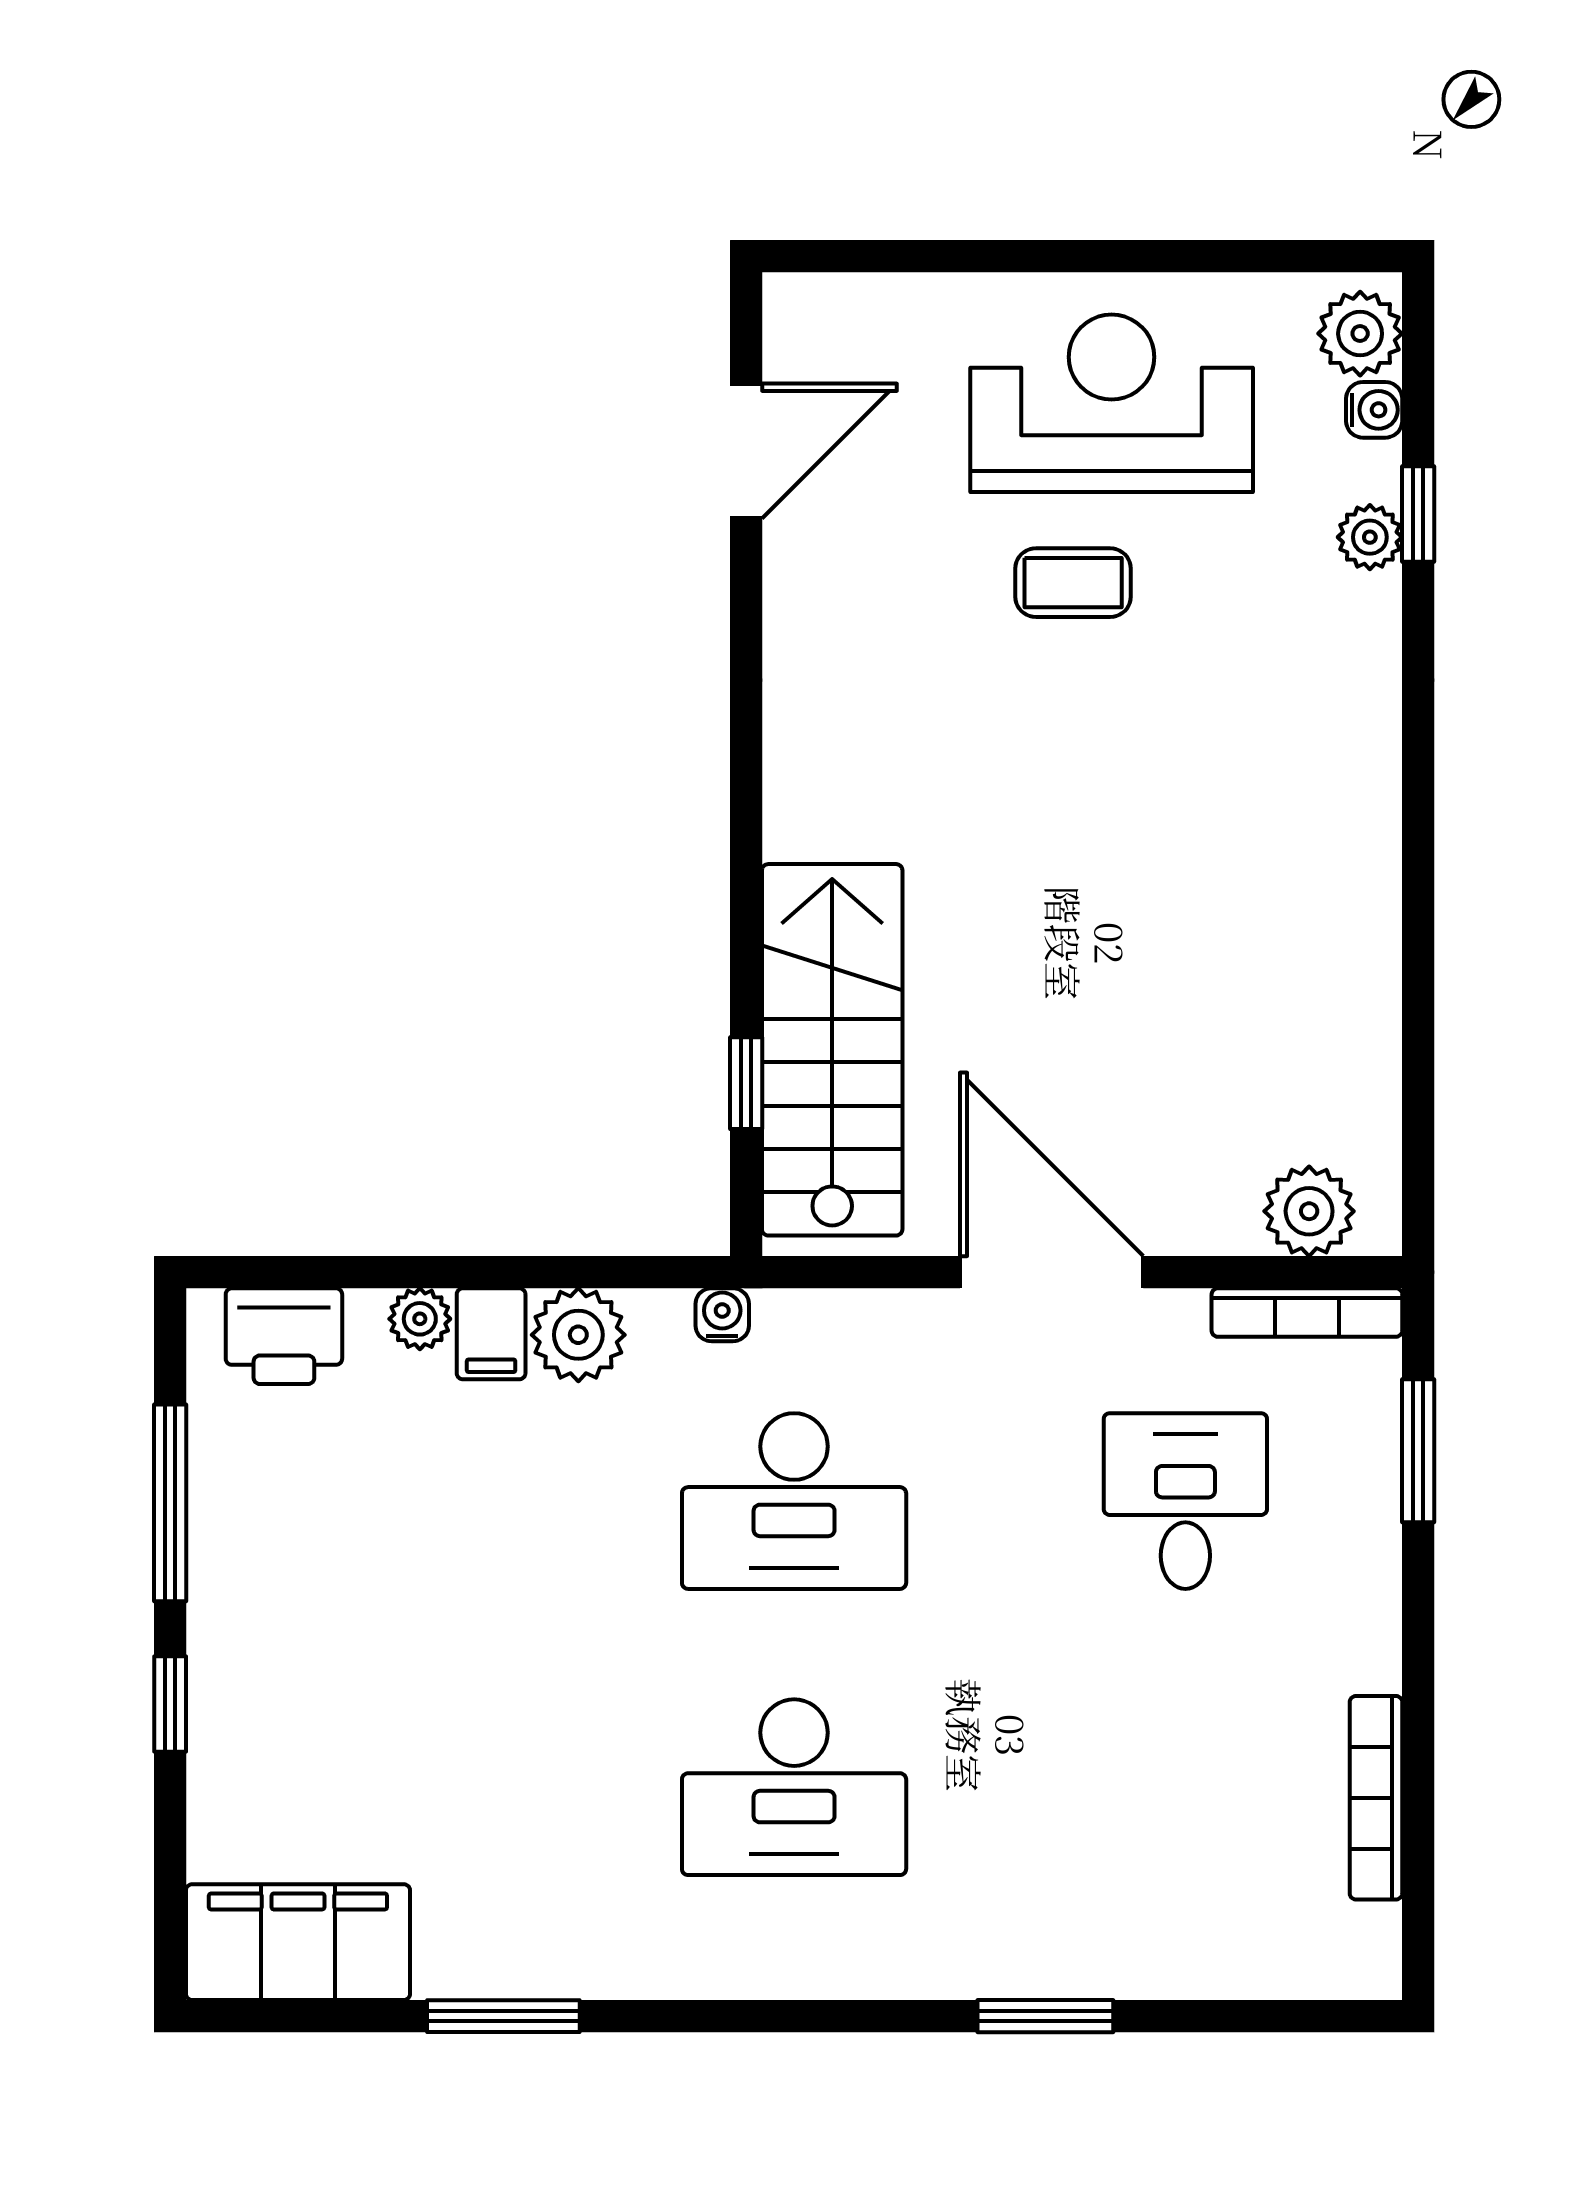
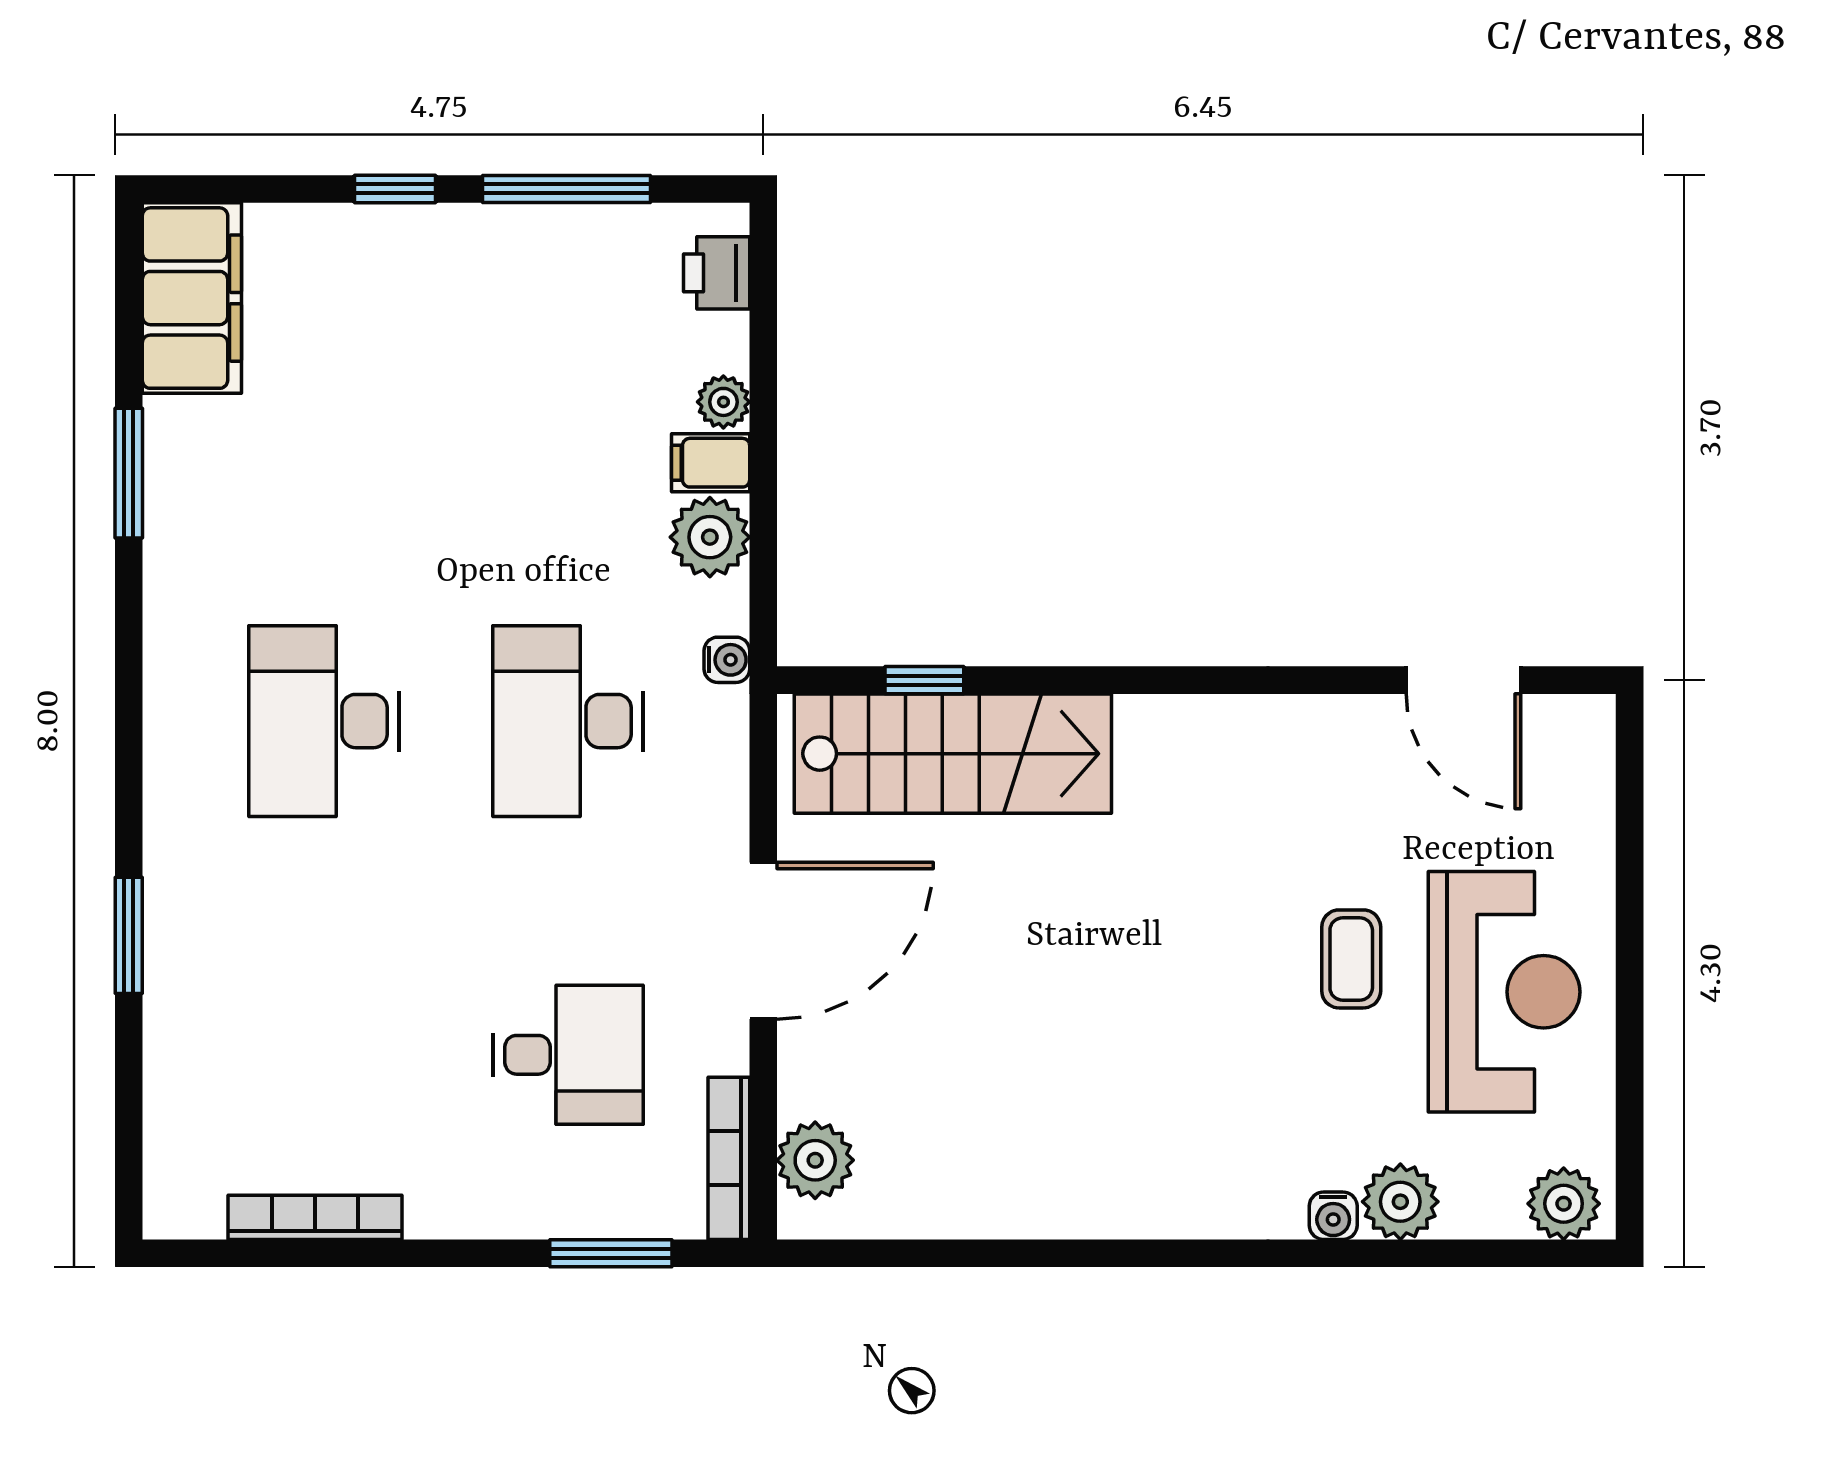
water cooler: (1374, 410) -> (1333, 1216), moved
window: (1418, 514) -> (1410, 1253), removed
plant: (1370, 537) -> (1400, 1202), width x1.38, depth x1.38
printer: (284, 1336) -> (717, 273), width x0.73, depth x0.81

